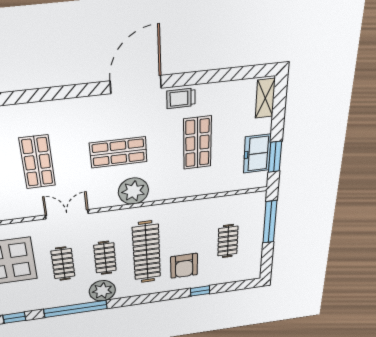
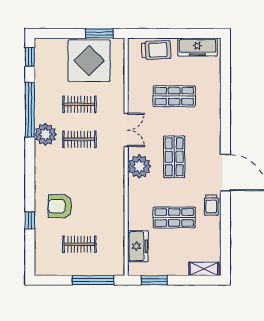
trolley: (181, 98) -> (211, 205), turned 180
freezer: (257, 154) -> (138, 246), moved, turned 90
double door: (67, 214) -> (126, 130), moved
clothes rail: (147, 252) -> (79, 174), removed

